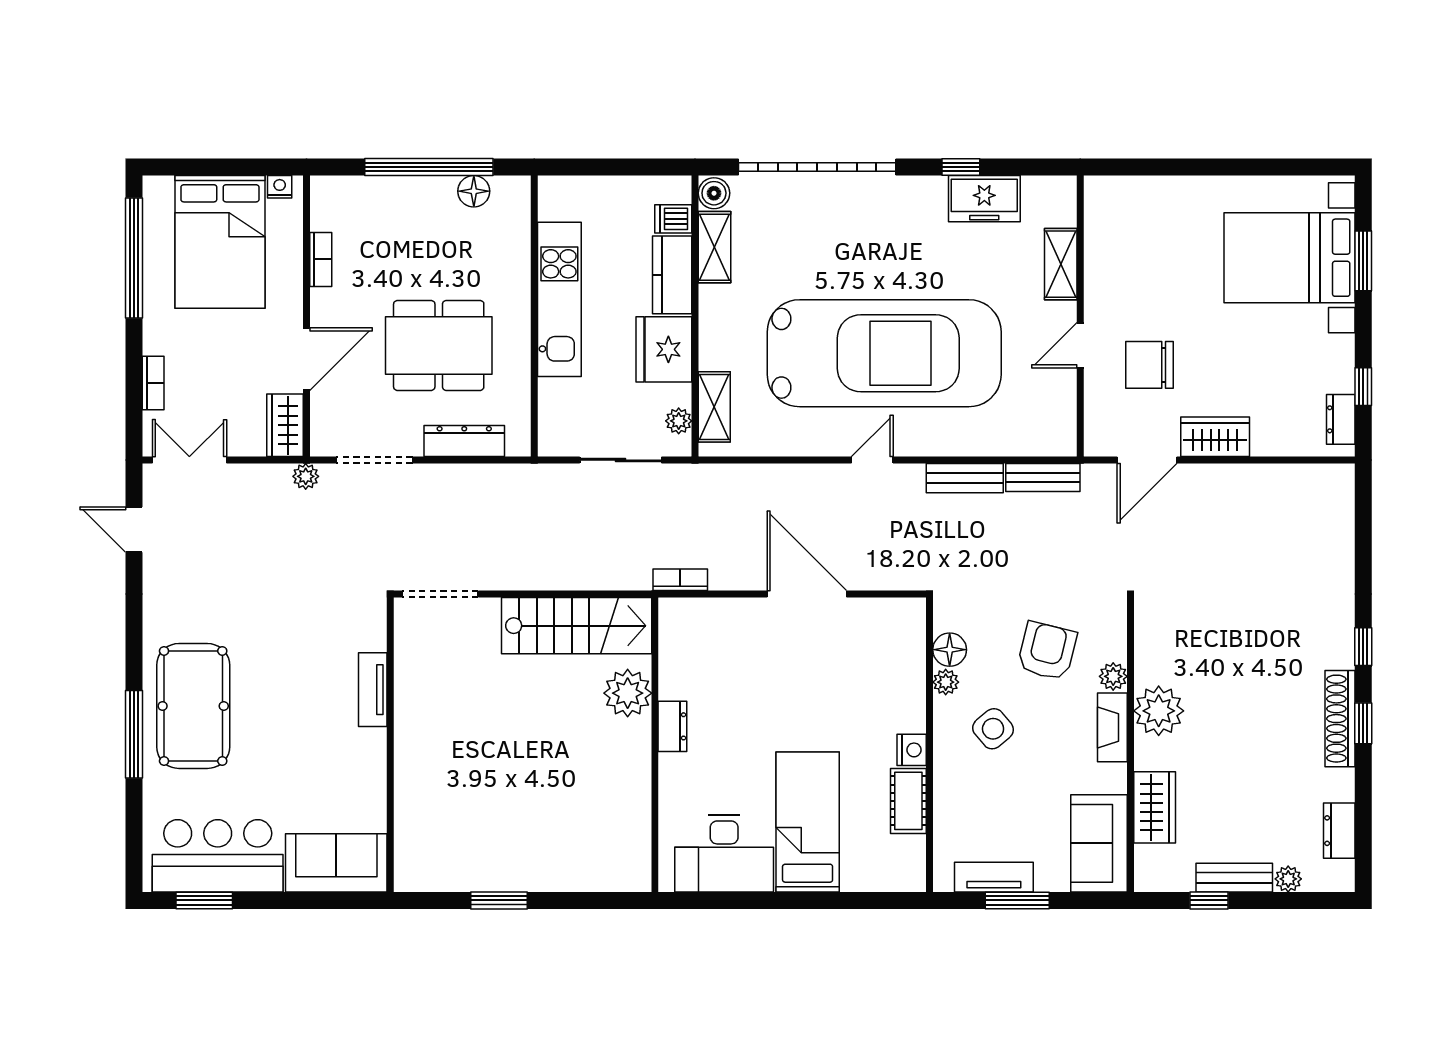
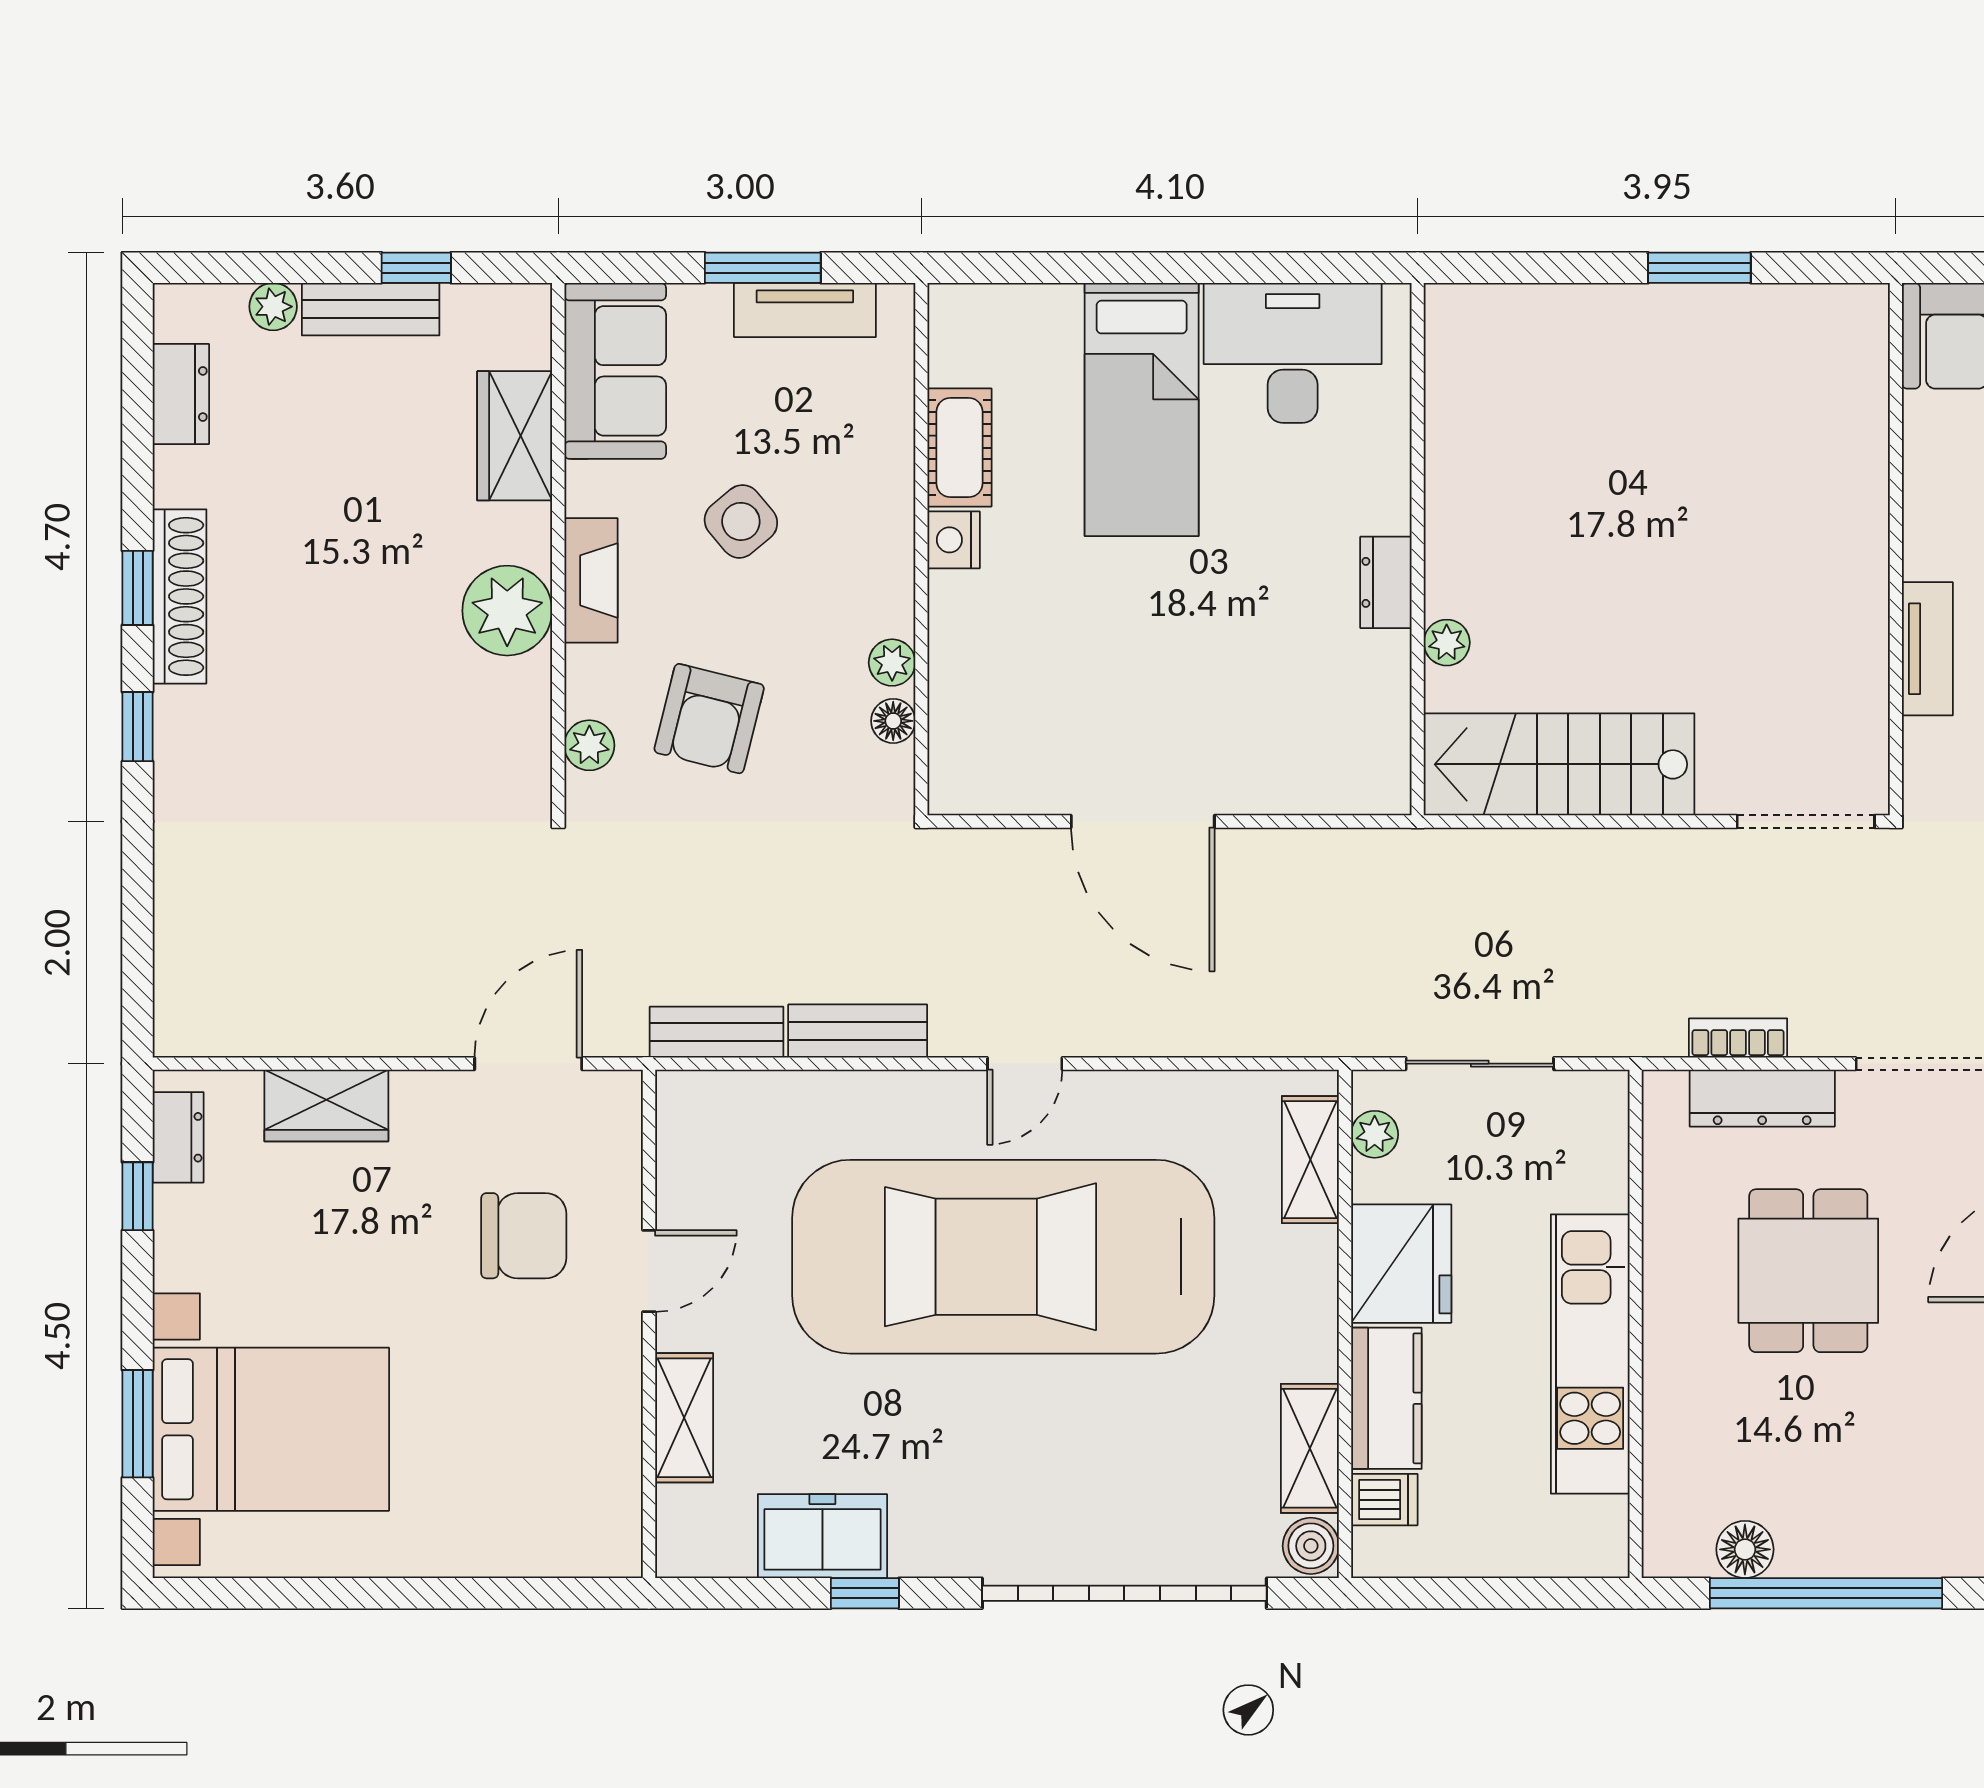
dining table: (439, 345) -> (1808, 1271), width x0.73
wardrobe: (1215, 437) -> (326, 1106), moved
bookcase: (680, 580) -> (1738, 1038), moved, turned 180
floor lamp: (950, 650) -> (893, 721), width x0.73, depth x0.73
plant: (1113, 676) -> (589, 745), moved
plant: (628, 693) -> (1447, 643), width x0.53, depth x0.53
side table: (993, 729) -> (741, 521), moved

